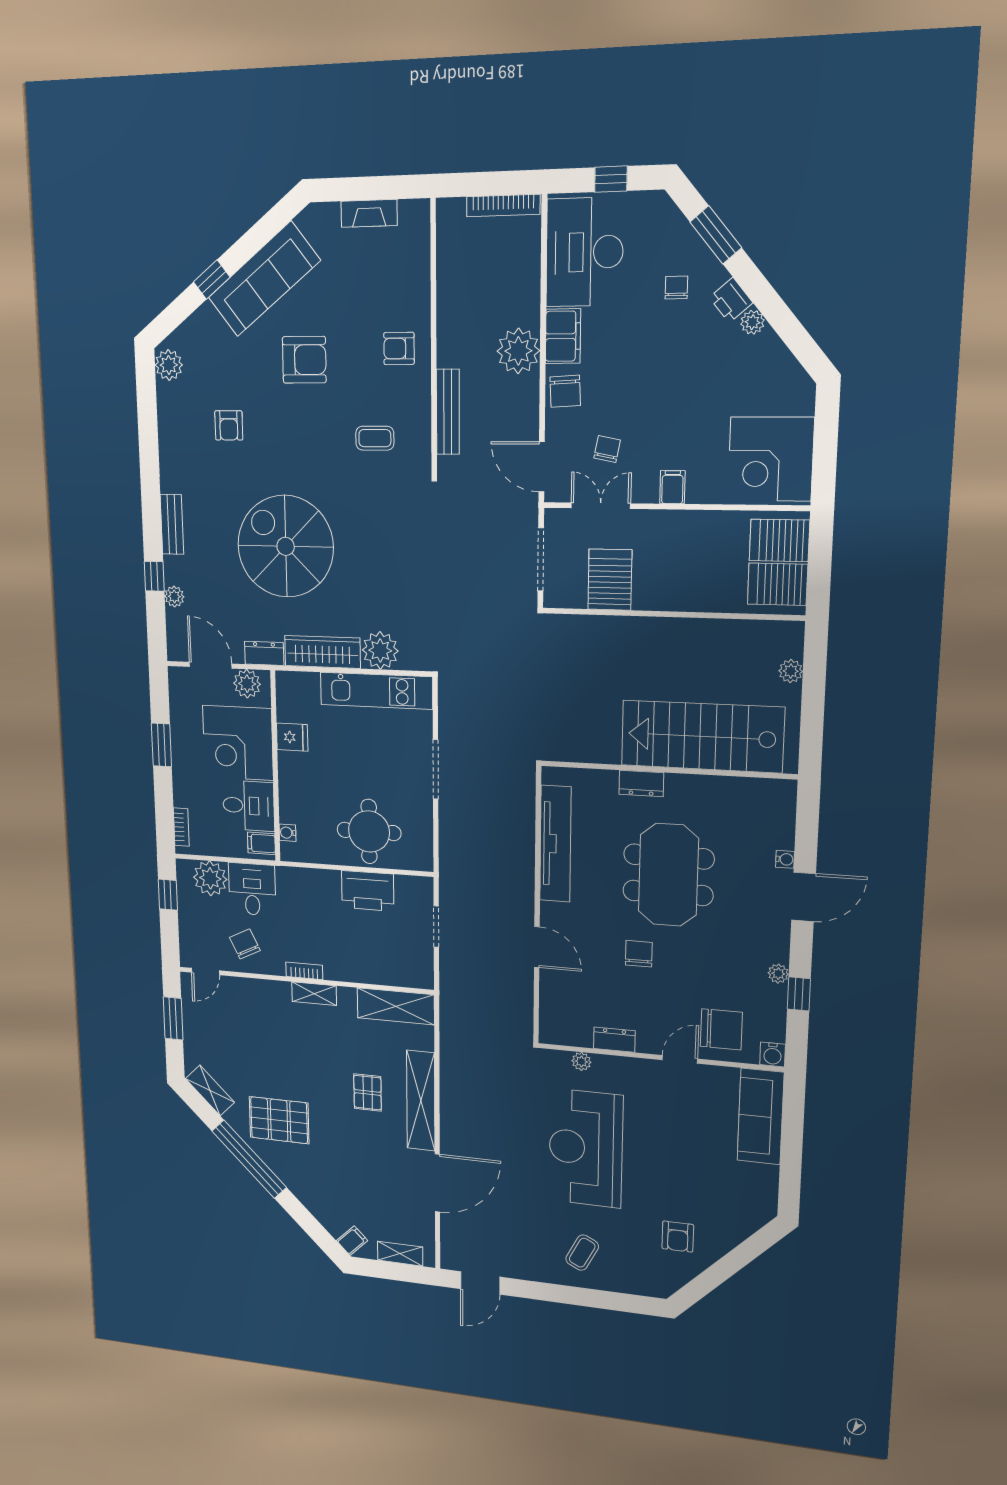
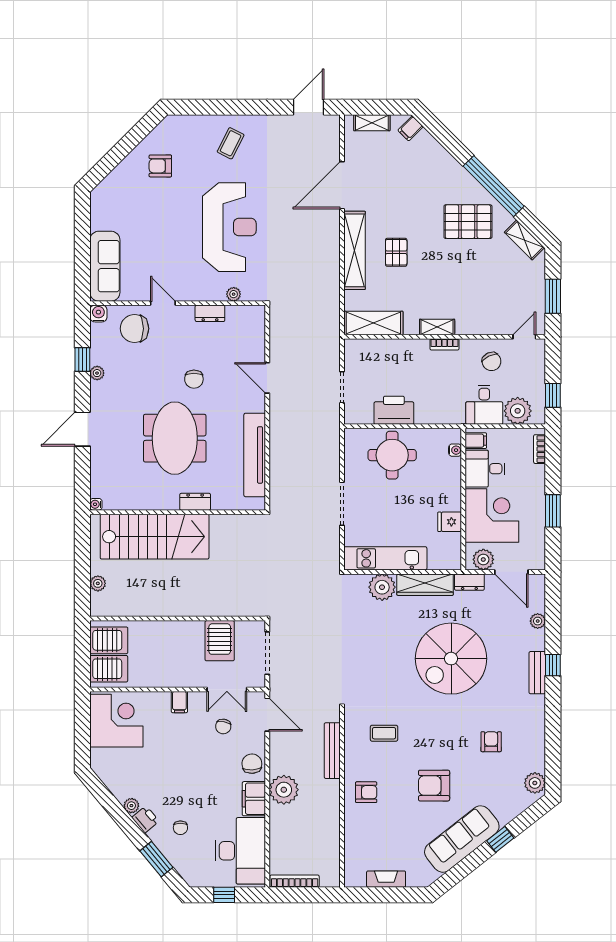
spiral stairs: (286, 546) -> (451, 659), turned 90
window: (154, 576) -> (553, 665), moved
water cooler: (785, 859) -> (96, 504), moved
door: (680, 1059) -> (163, 303), swing flipped
armchair: (678, 1237) -> (160, 166), turned -90

